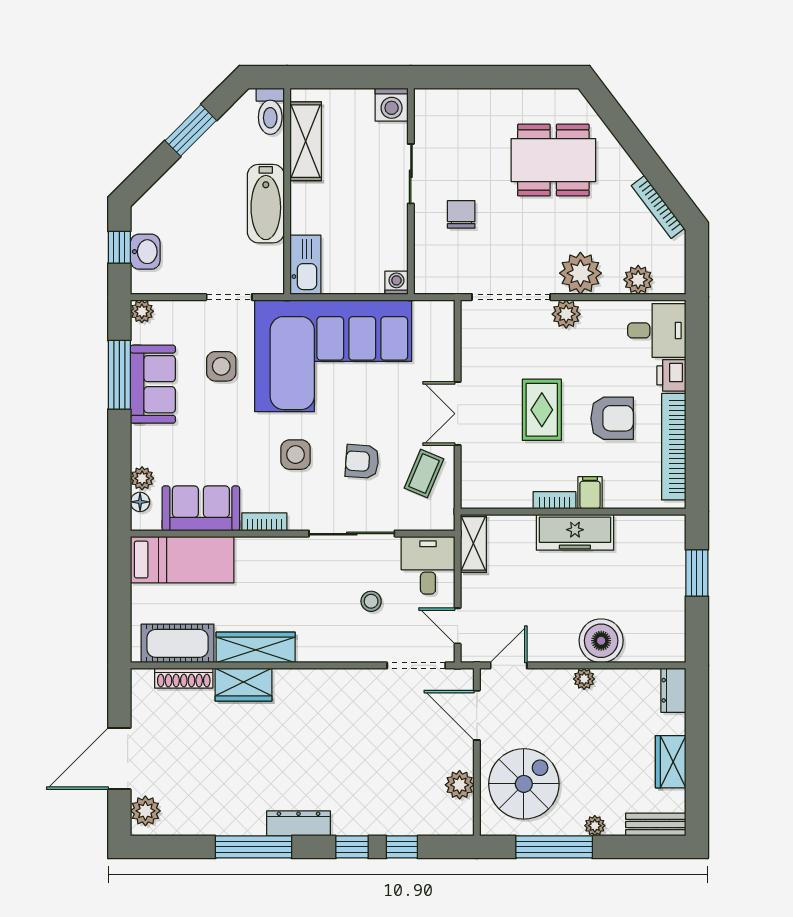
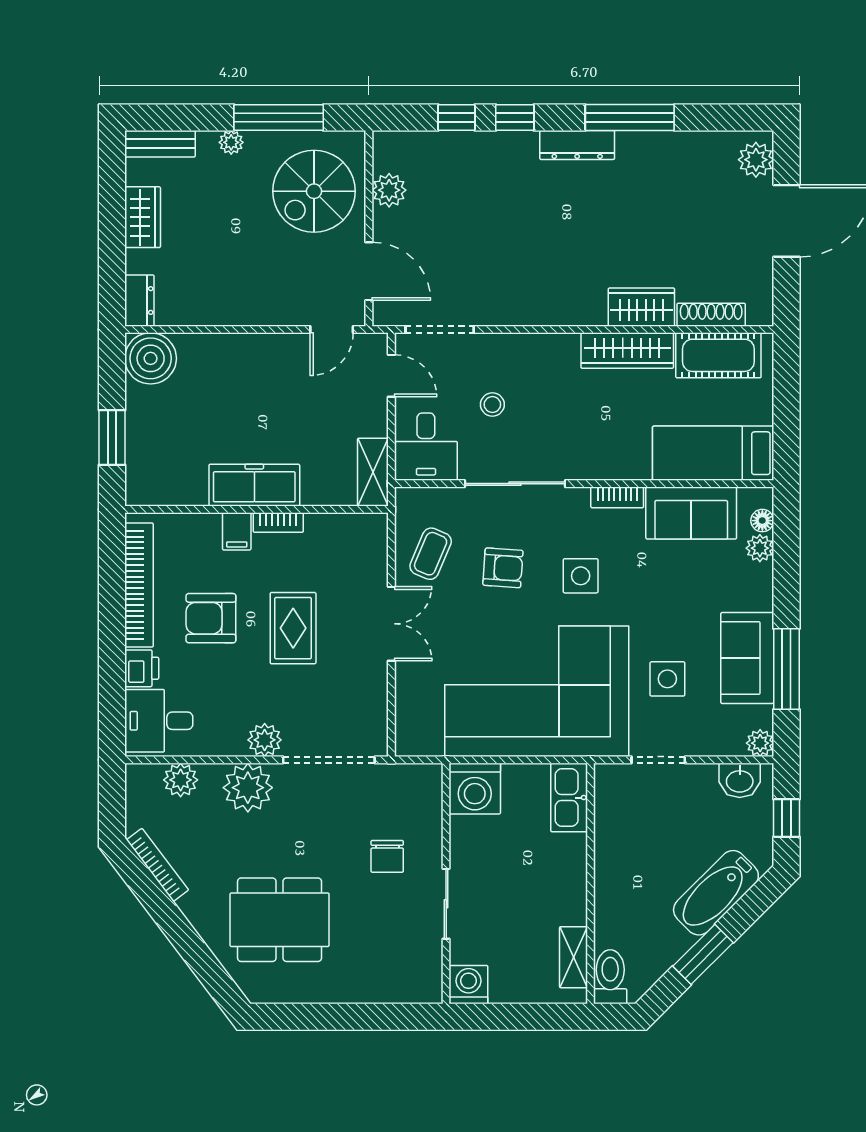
shelving: (306, 141) -> (574, 957), width x0.67, depth x0.75
bathtub: (266, 204) -> (716, 893), moved, turned -135
washbasin: (145, 252) -> (740, 780), moved, turned -90
washing machine: (396, 283) -> (475, 789), width x1.89, depth x1.89
boiler: (601, 641) -> (151, 358), moved
plant: (584, 679) -> (244, 314), removed

